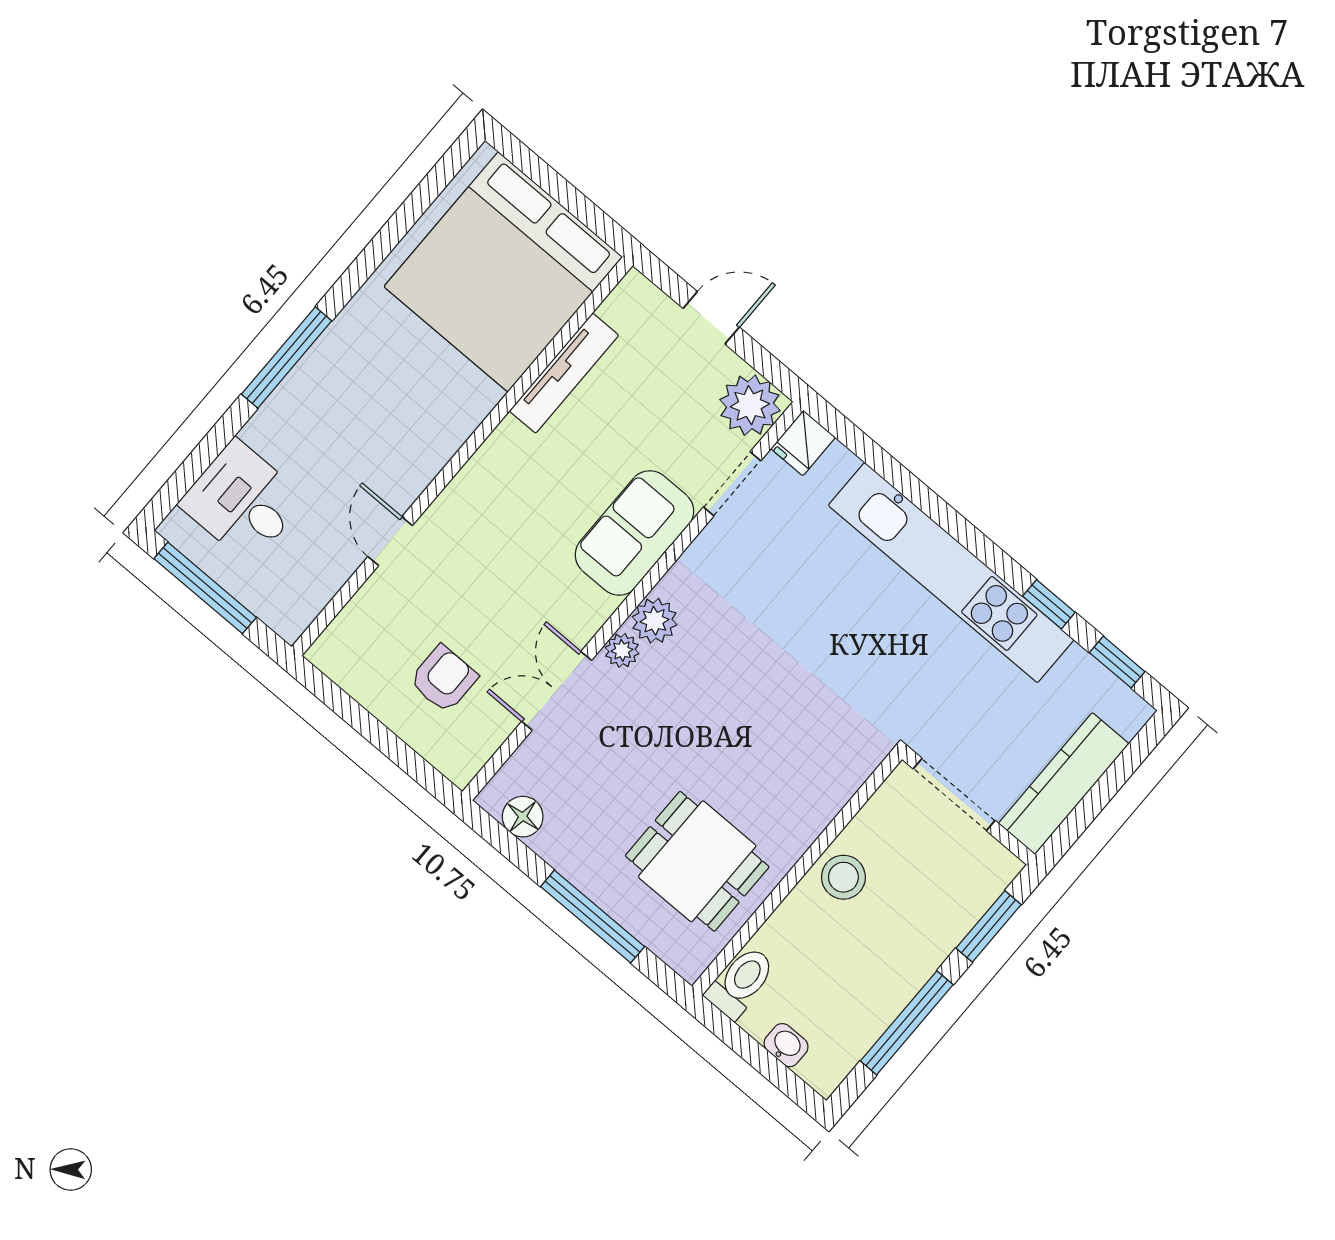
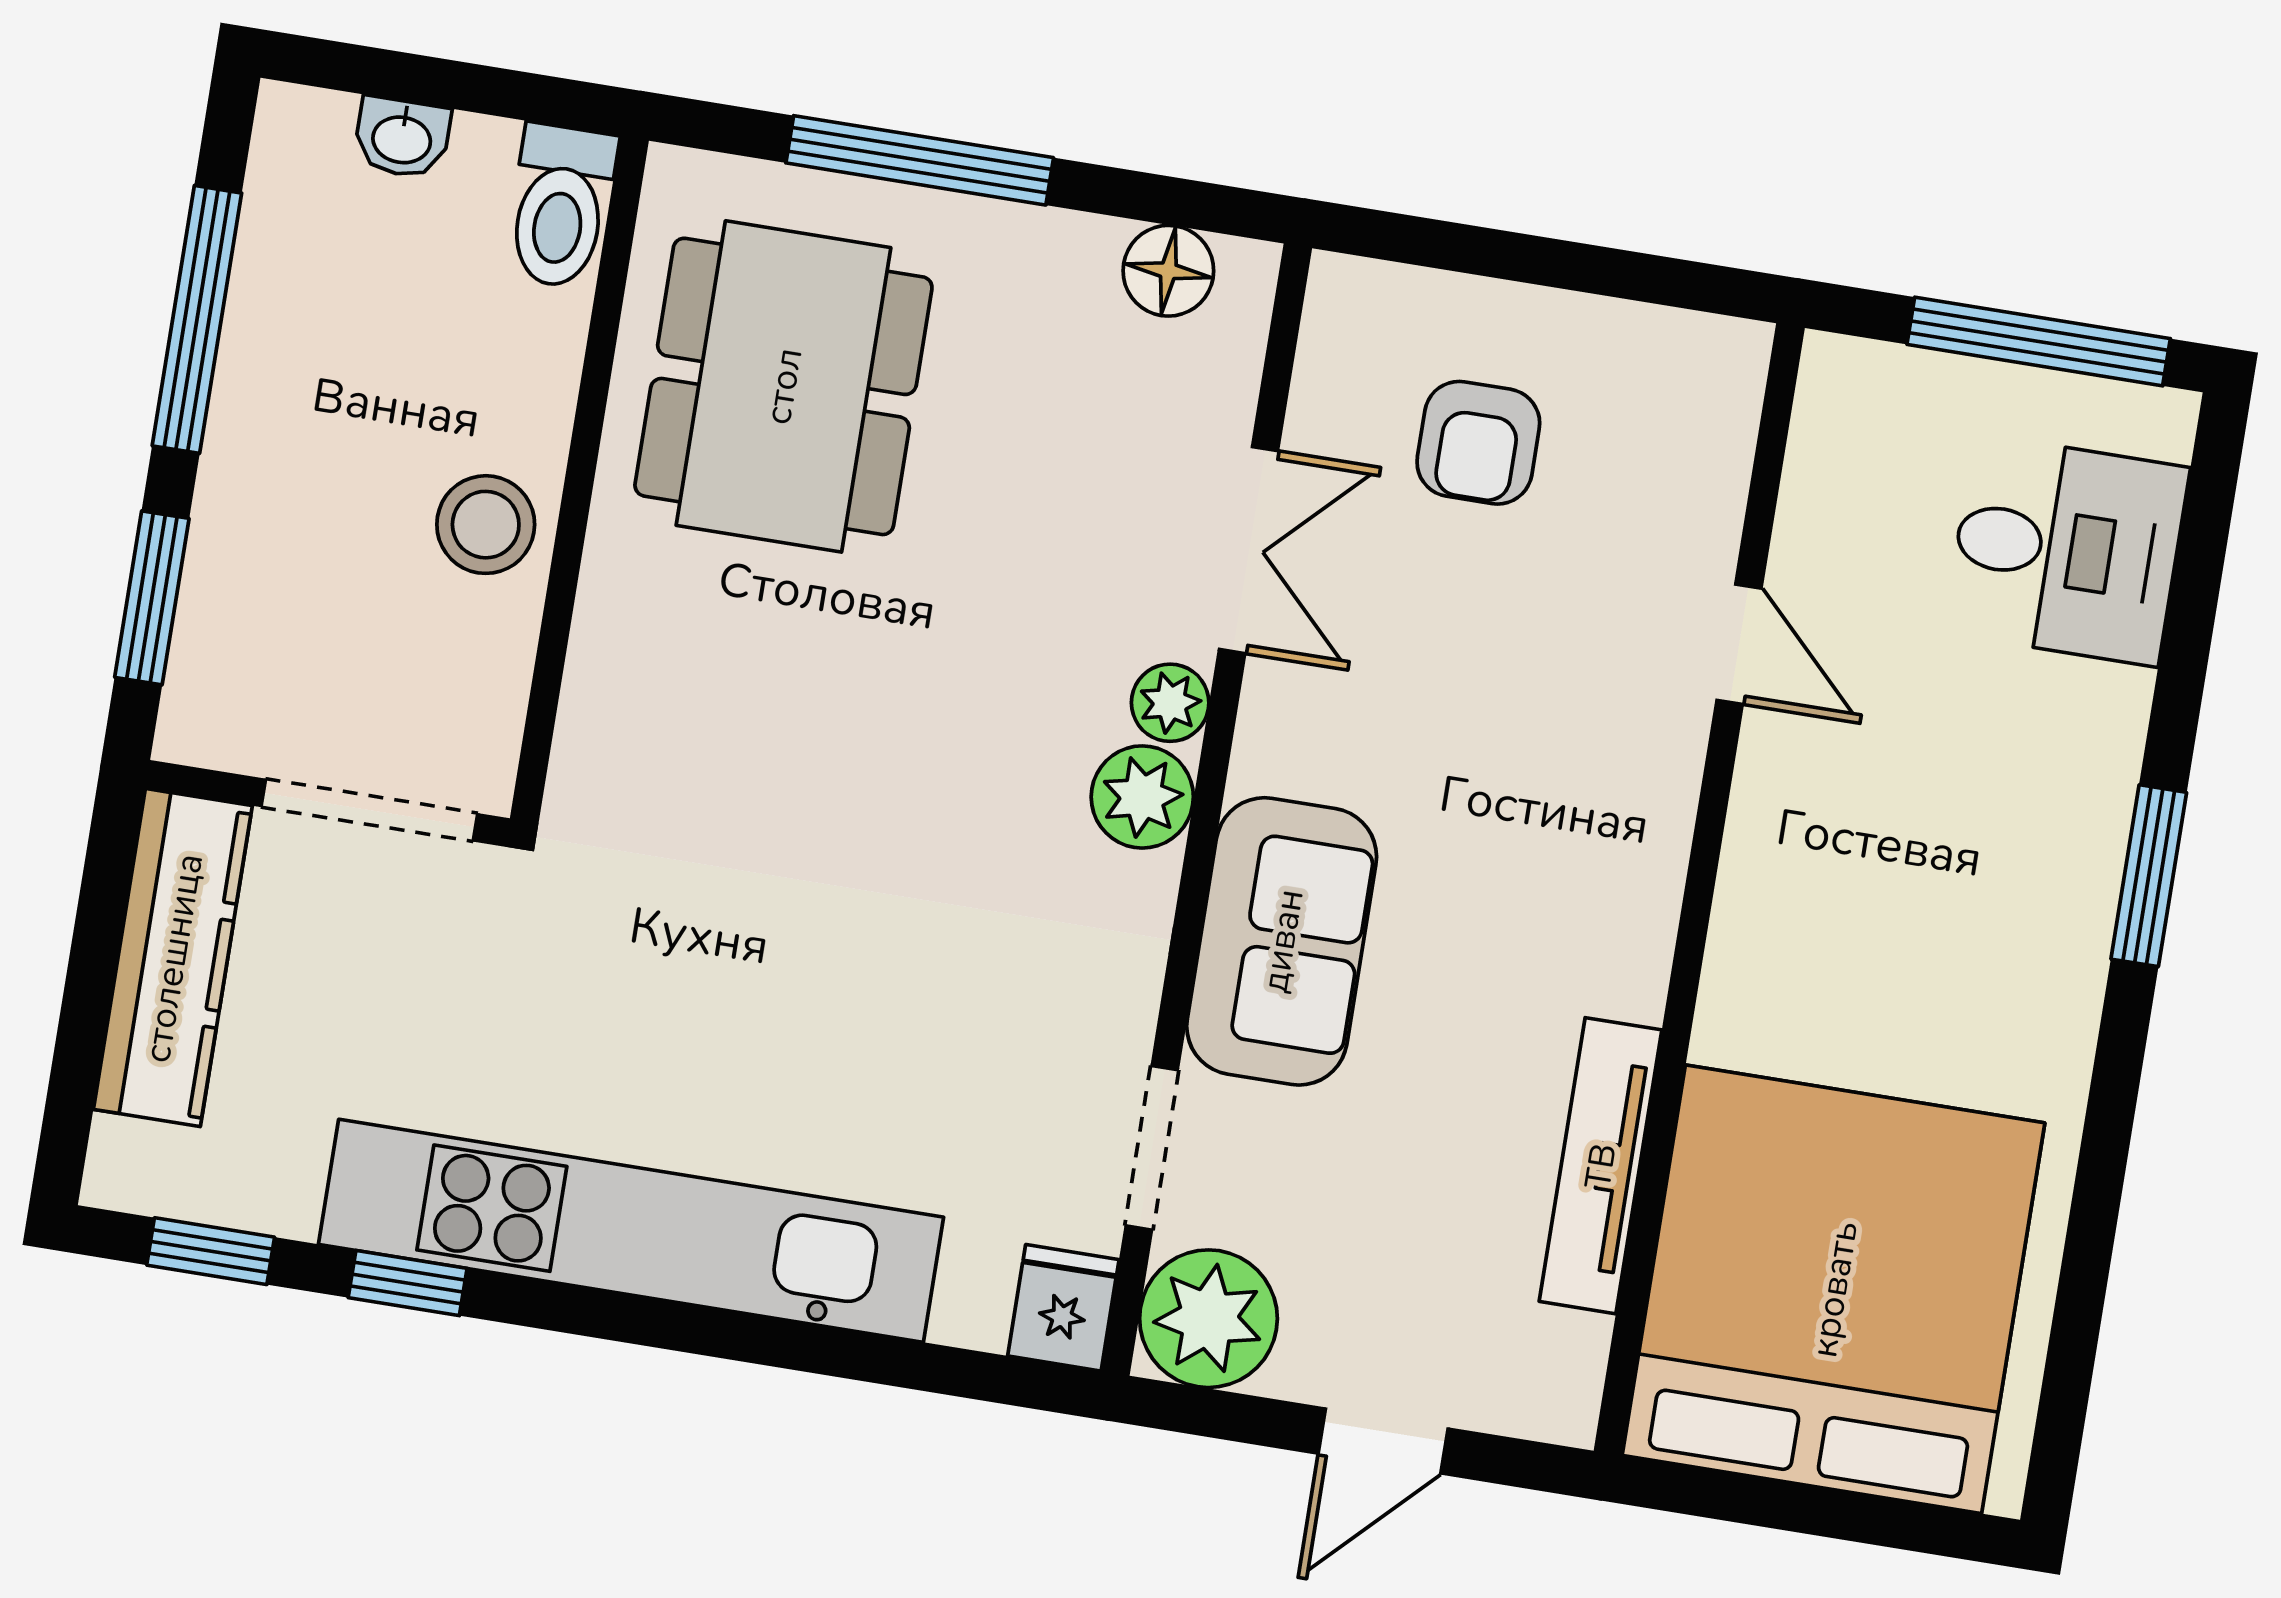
window: (287, 357) -> (2149, 876), width x0.69
dining table: (697, 861) -> (783, 386), width x1.38

